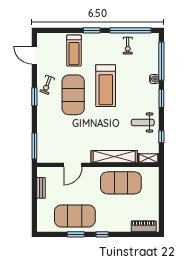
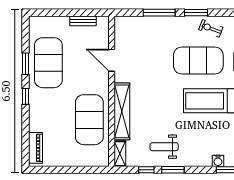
window: (161, 98) -> (173, 170), moved
weight bench: (143, 122) -> (164, 147), turned -90
window: (34, 146) -> (159, 13), moved

